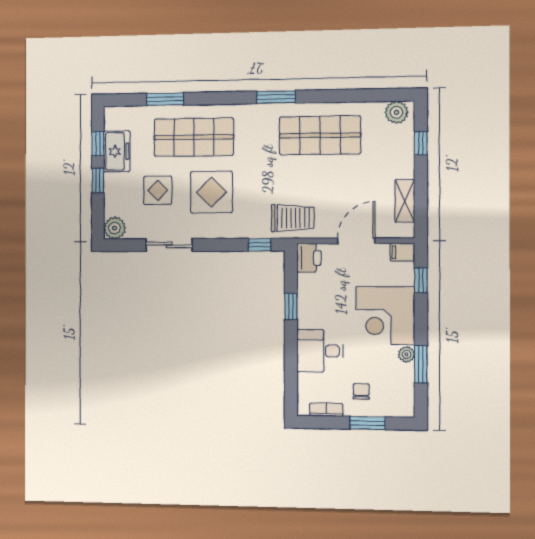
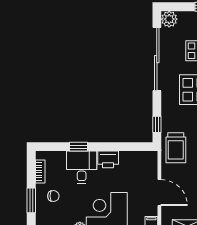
sliding door: (169, 245) -> (157, 59), width x1.86
printer: (309, 258) -> (108, 159), moved
window: (291, 306) -> (79, 147), moved

